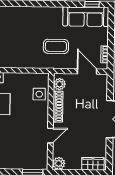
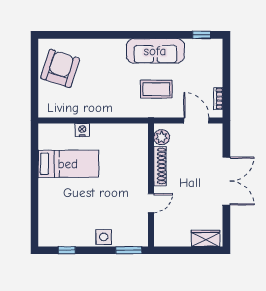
sofa: (86, 17) -> (155, 51), moved
side table: (39, 94) -> (104, 237), moved
plant: (59, 163) -> (162, 238), removed

